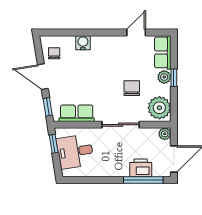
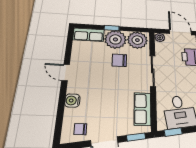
door: (136, 33) -> (66, 72), moved
plant: (164, 77) -> (115, 39), width x1.87, depth x1.87

